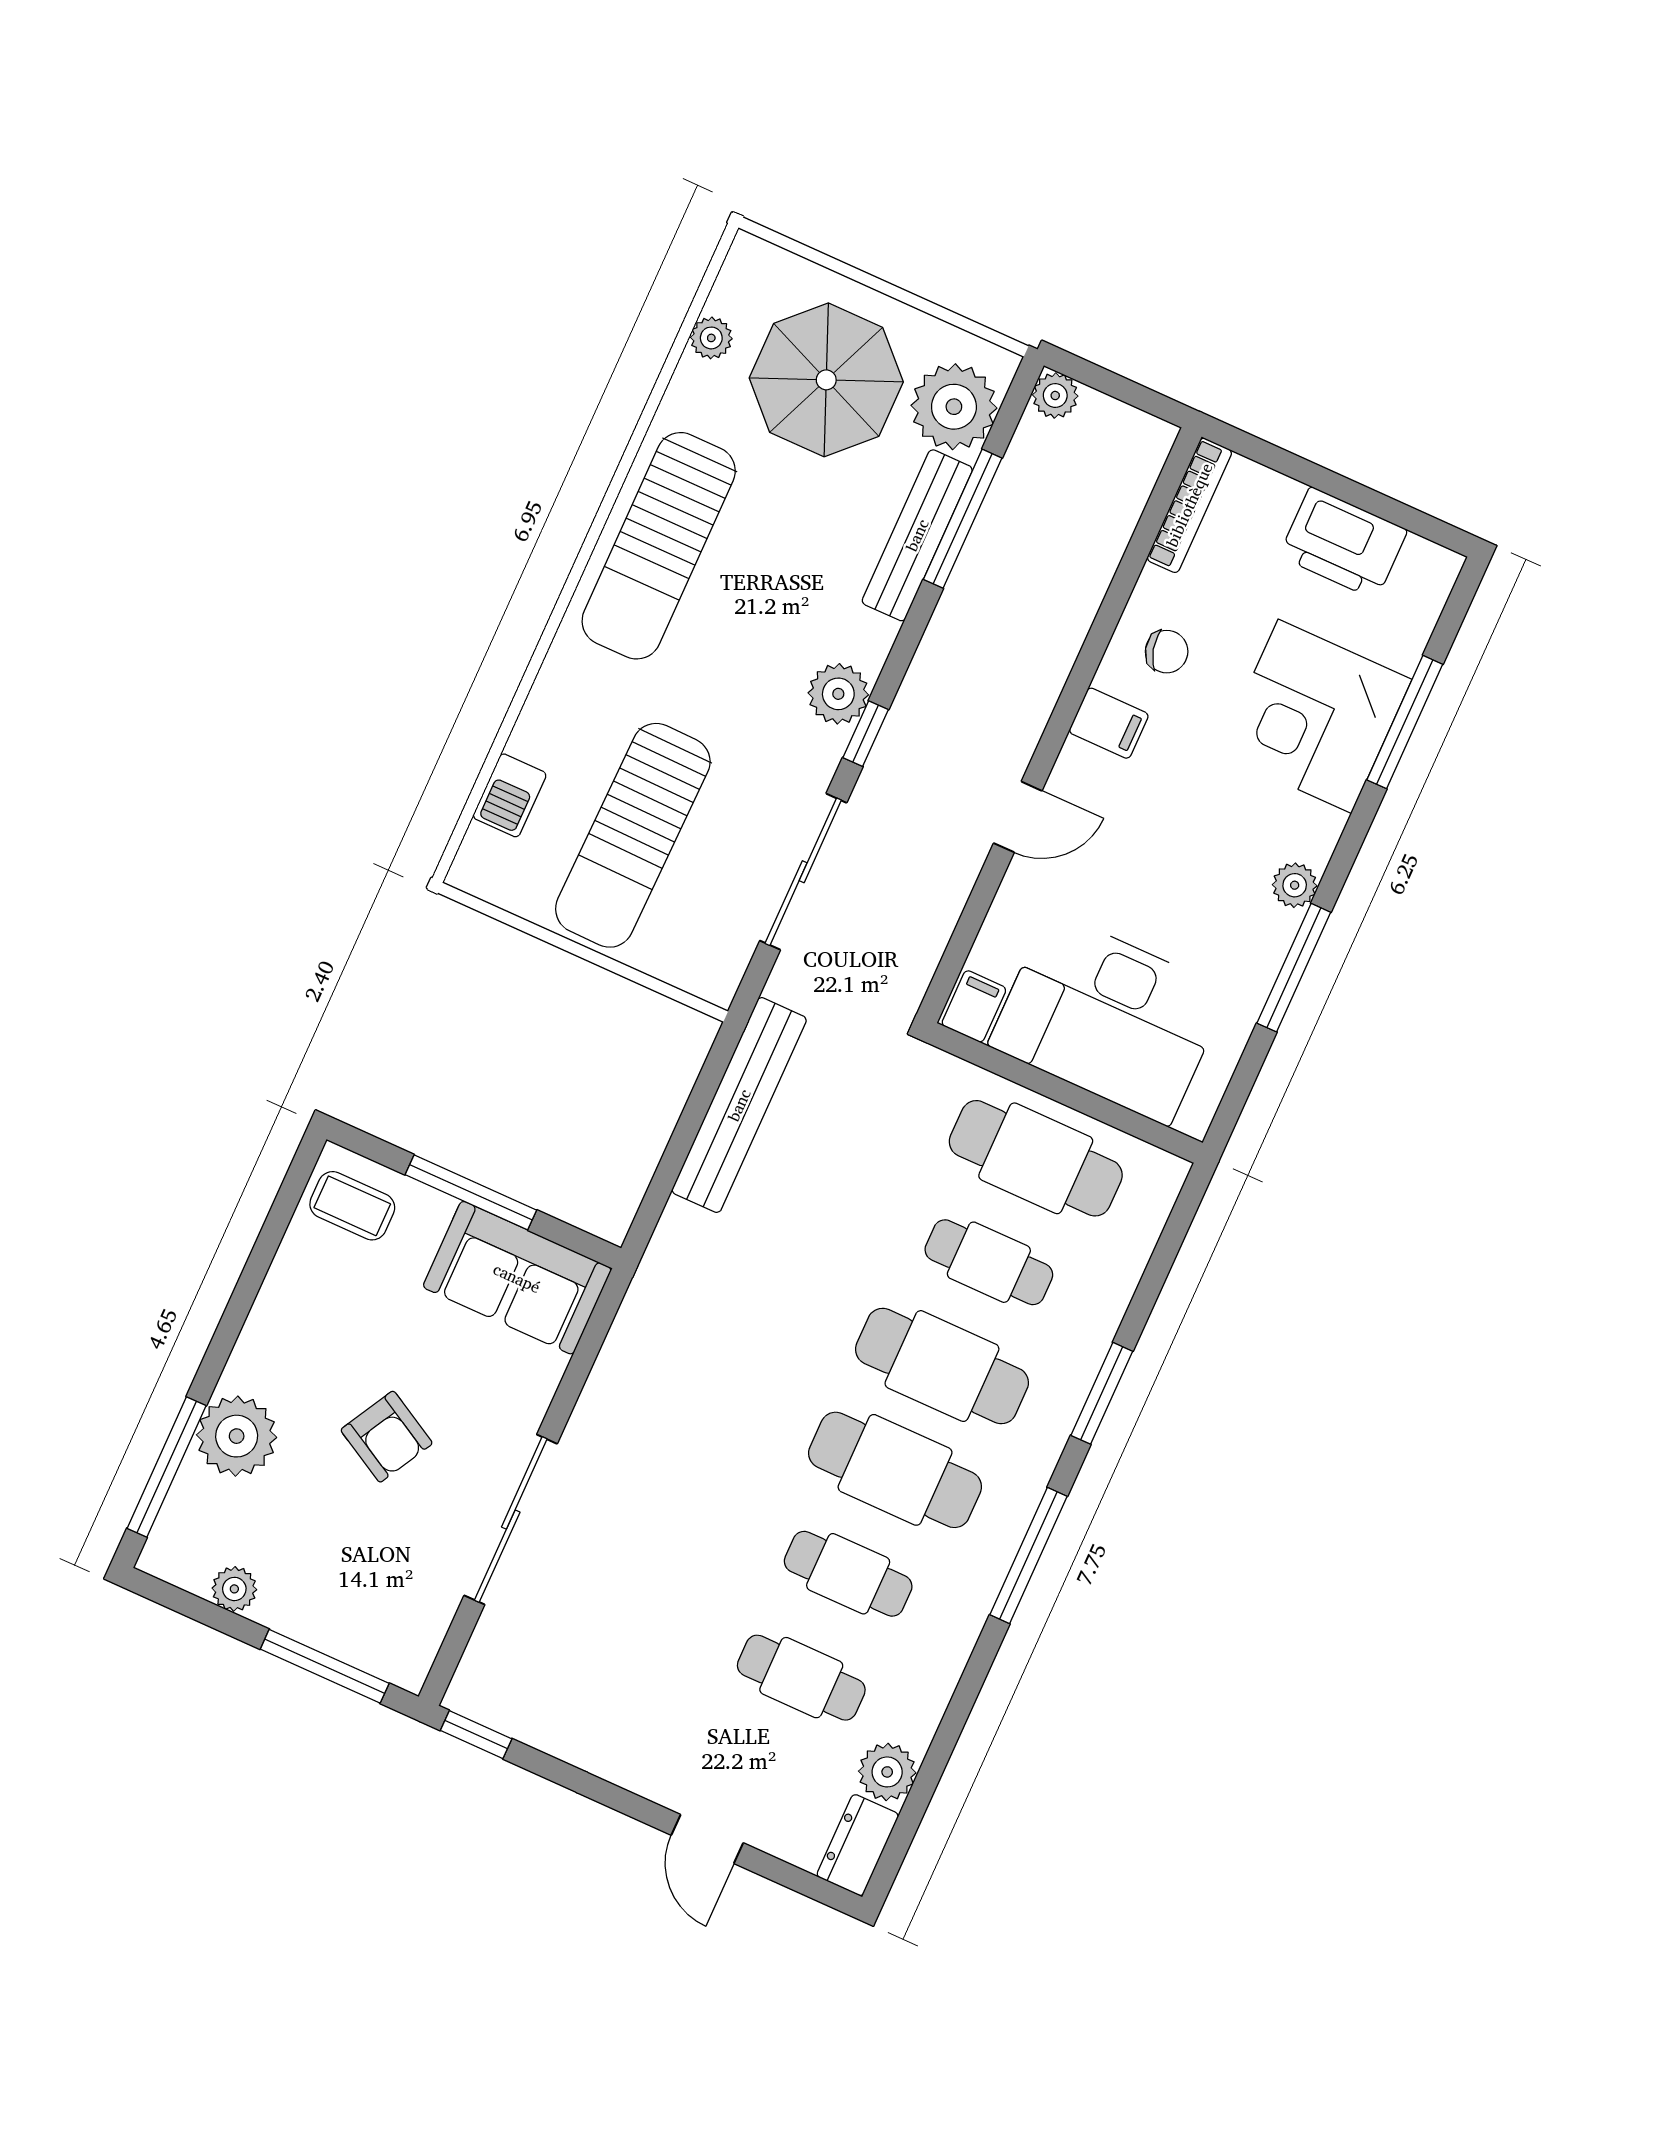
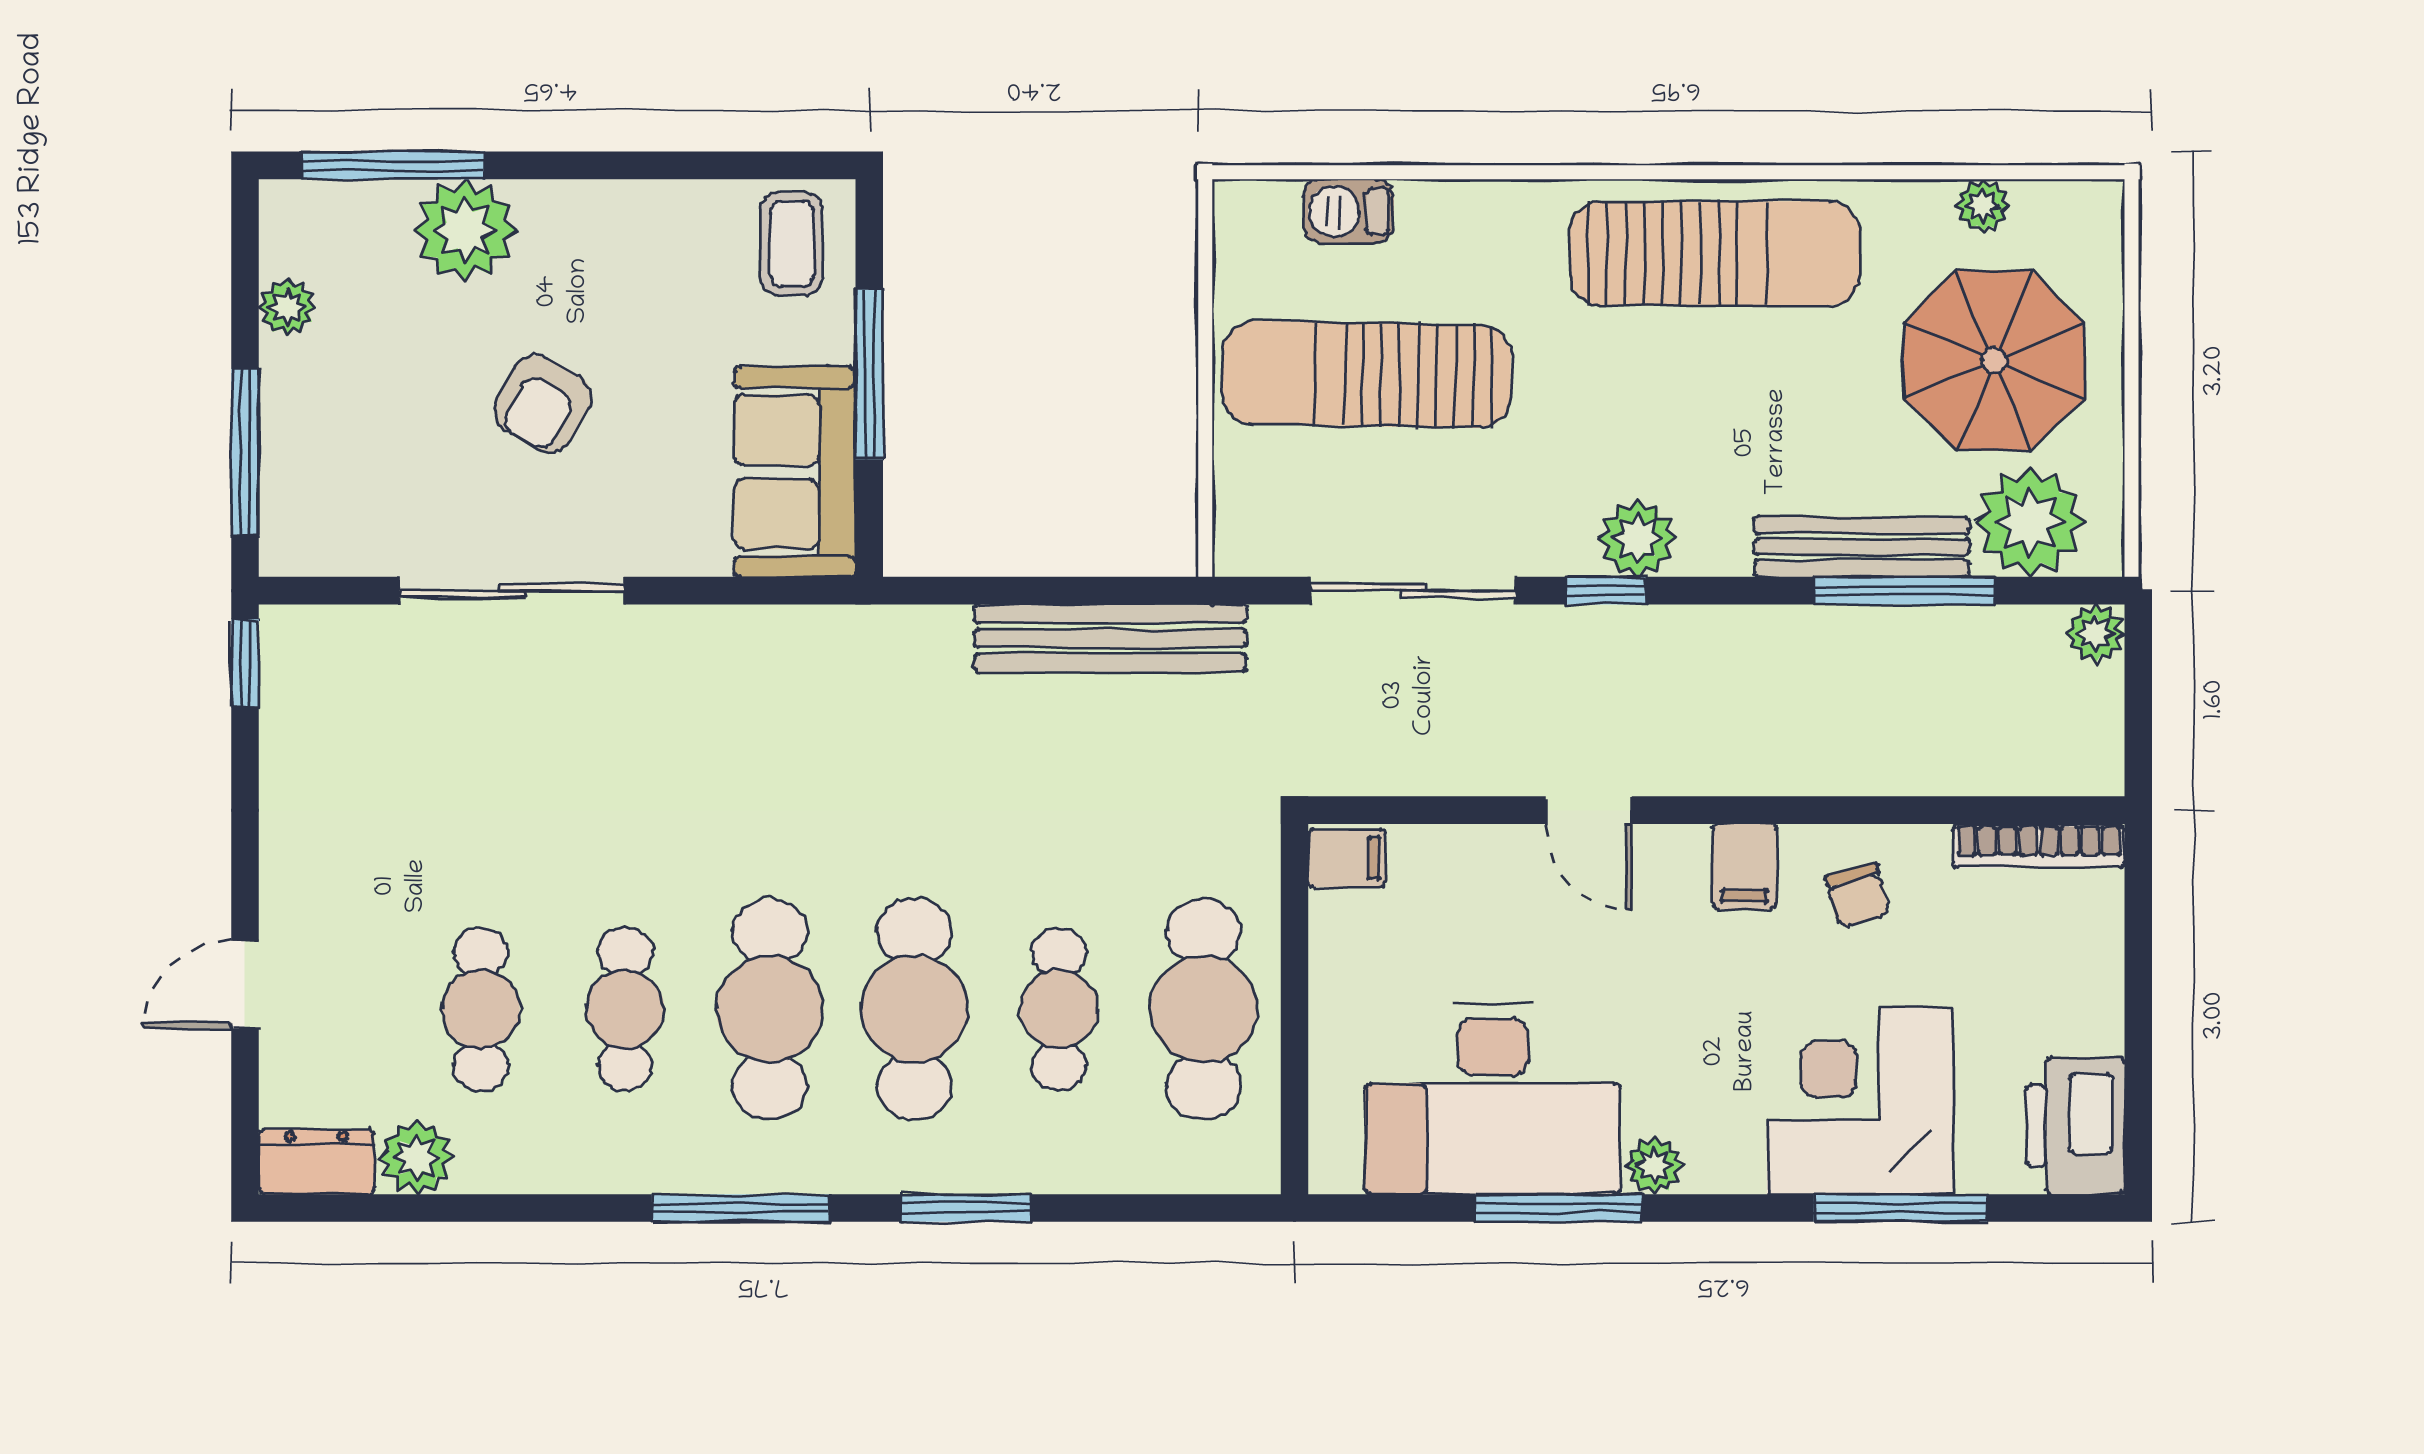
printer: (1343, 543) -> (2075, 1126), moved
sun lounger: (659, 546) -> (1715, 253), turned 180
desk: (1109, 1018) -> (1493, 1099), moved, turned -90

